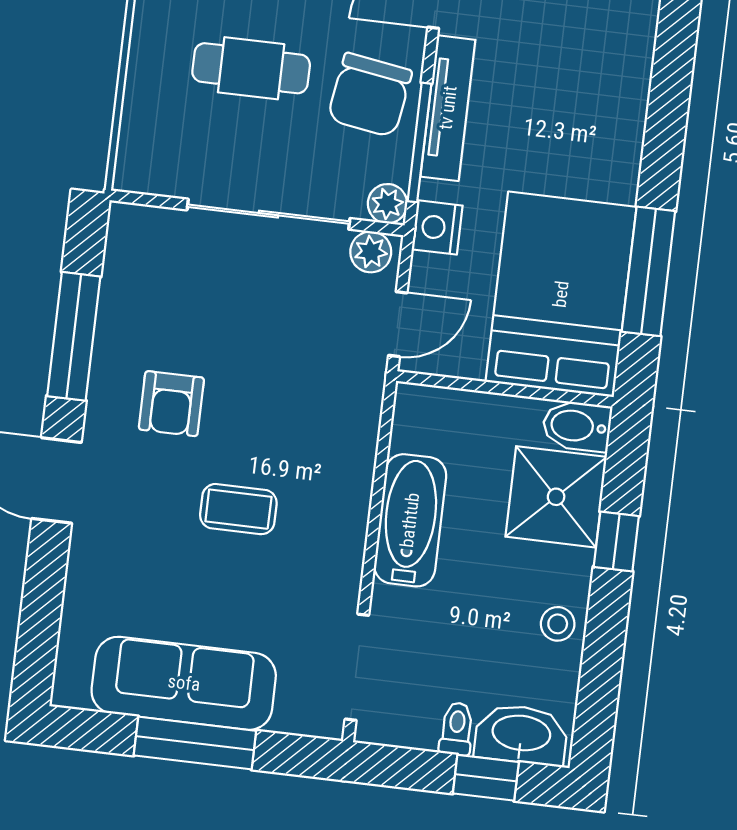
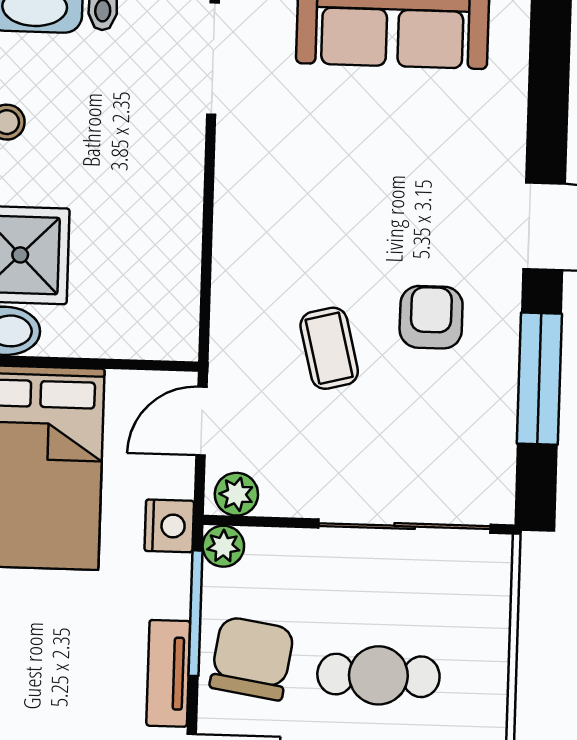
tv unit: (448, 108) -> (168, 673), width x0.71
sliding door: (269, 214) -> (405, 526), moved
coffee table: (238, 509) -> (329, 348), moved, turned 76
bathtub: (410, 520) -> (171, 217), removed

